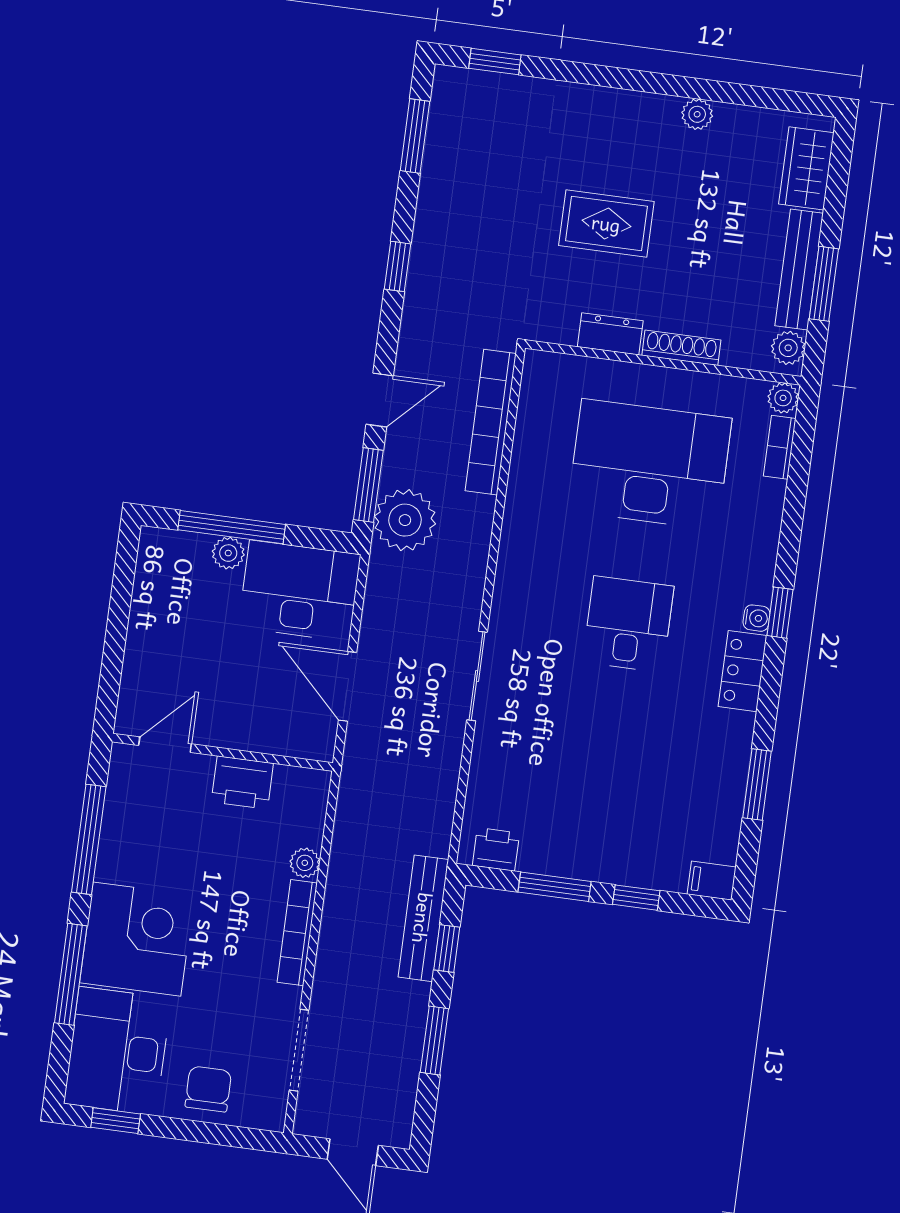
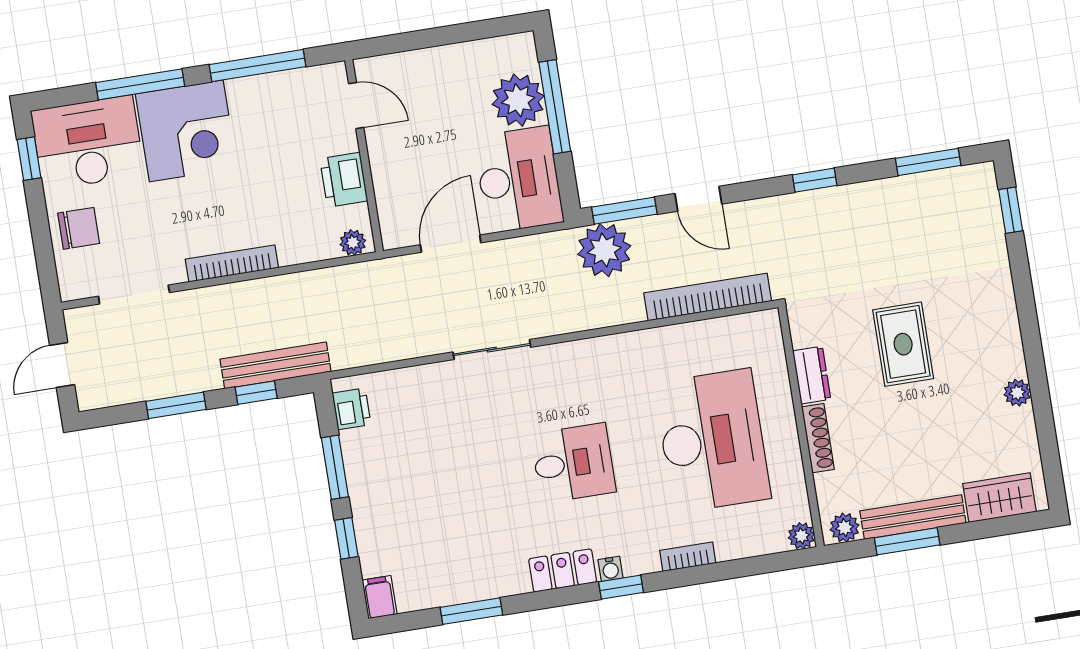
bookcase: (780, 447) -> (688, 557), moved
plant: (228, 553) -> (518, 100), width x1.88, depth x1.88
plant: (305, 863) -> (353, 243), moved

